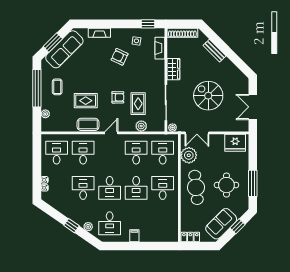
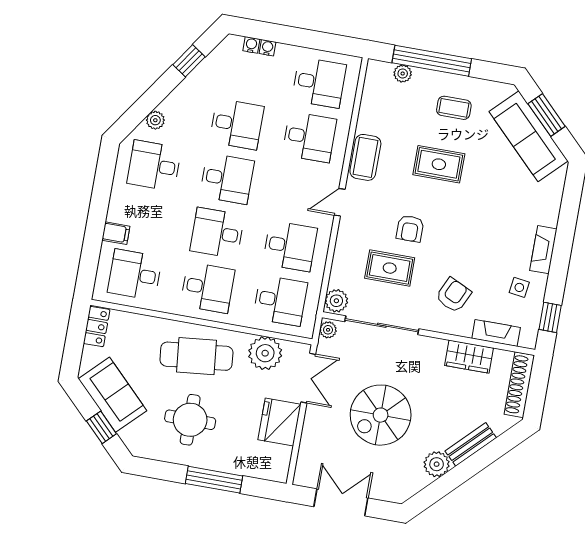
fireplace: (99, 33) -> (543, 250), moved
armchair: (120, 57) -> (453, 295), moved
plant: (227, 65) -> (437, 464), added
wardrobe: (173, 69) -> (469, 357), moved
window: (37, 88) -> (432, 61), moved
spiral stairs: (208, 96) -> (381, 415), turned 180
rug: (86, 101) -> (439, 164), moved, turned 90
plant: (141, 126) -> (336, 301), moved
door: (111, 133) -> (340, 202), swing flipped
double door: (197, 133) -> (308, 378), swing flipped
fridge: (235, 143) -> (279, 422), moved
window: (253, 183) -> (214, 480), moved
desk: (110, 188) -> (227, 179), turned 180
desk: (163, 223) -> (135, 275), added
window: (72, 226) -> (189, 61), moved
filing cabinet: (134, 236) -> (116, 233), moved

